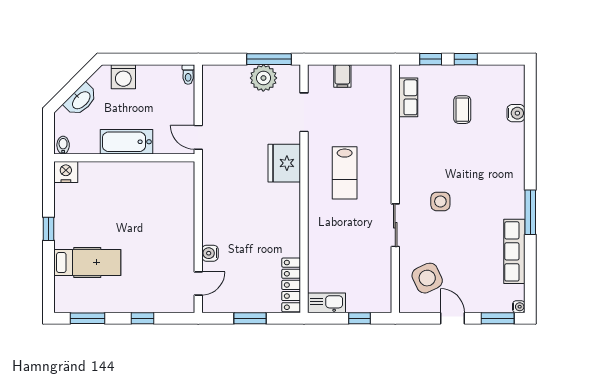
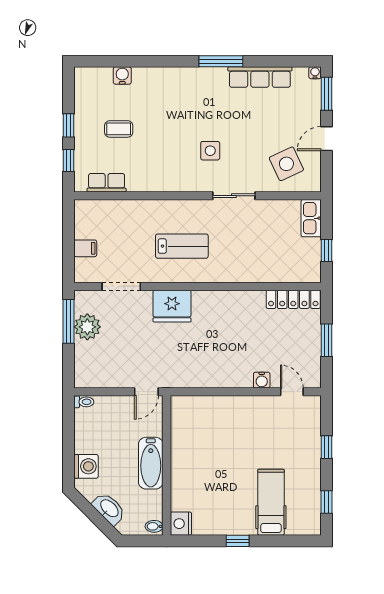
kitchen sink: (327, 303) -> (311, 218), moved
window: (88, 318) -> (326, 502), width x0.67
window: (359, 318) -> (326, 251), moved

